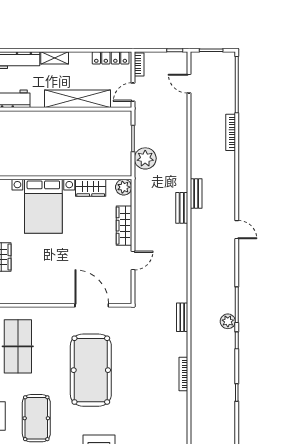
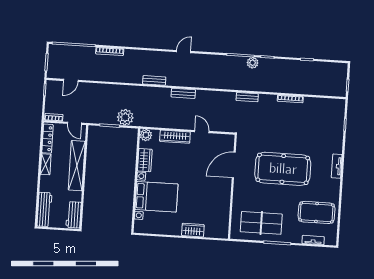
shelving: (55, 58) -> (46, 164), moved
bench: (182, 208) -> (183, 93), moved

